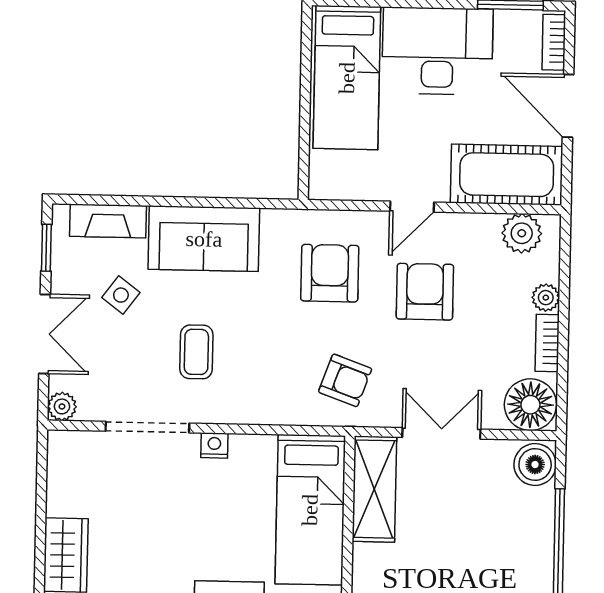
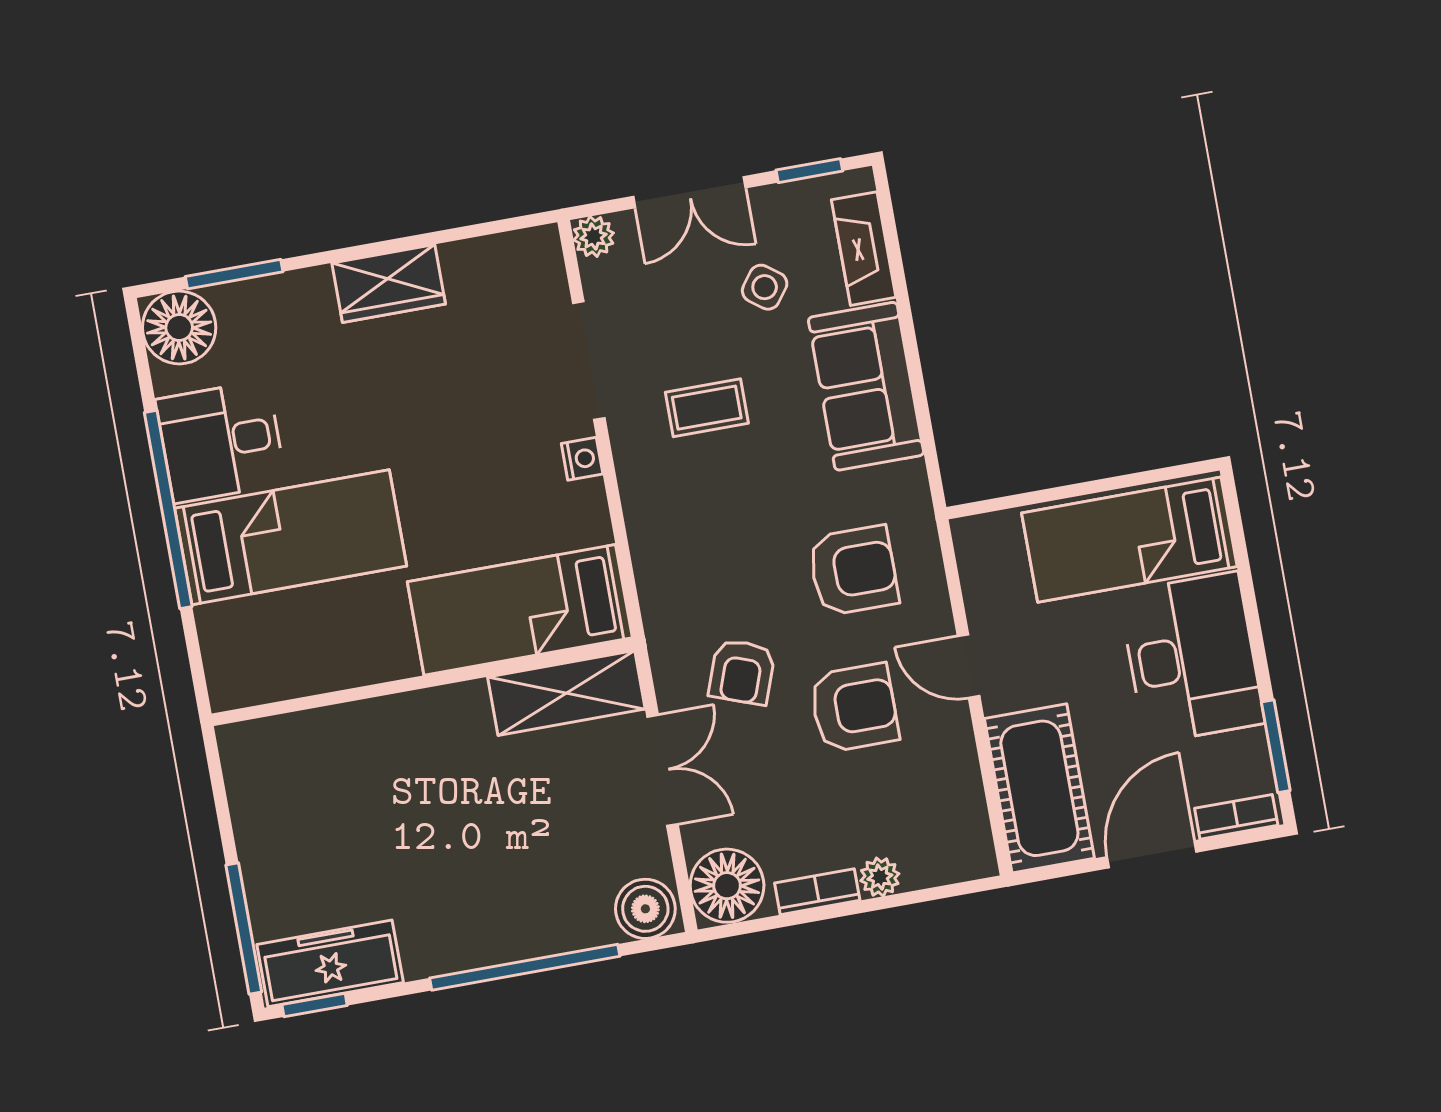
plant: (522, 233) -> (962, 826), removed
armchair: (345, 380) -> (742, 672), moved

